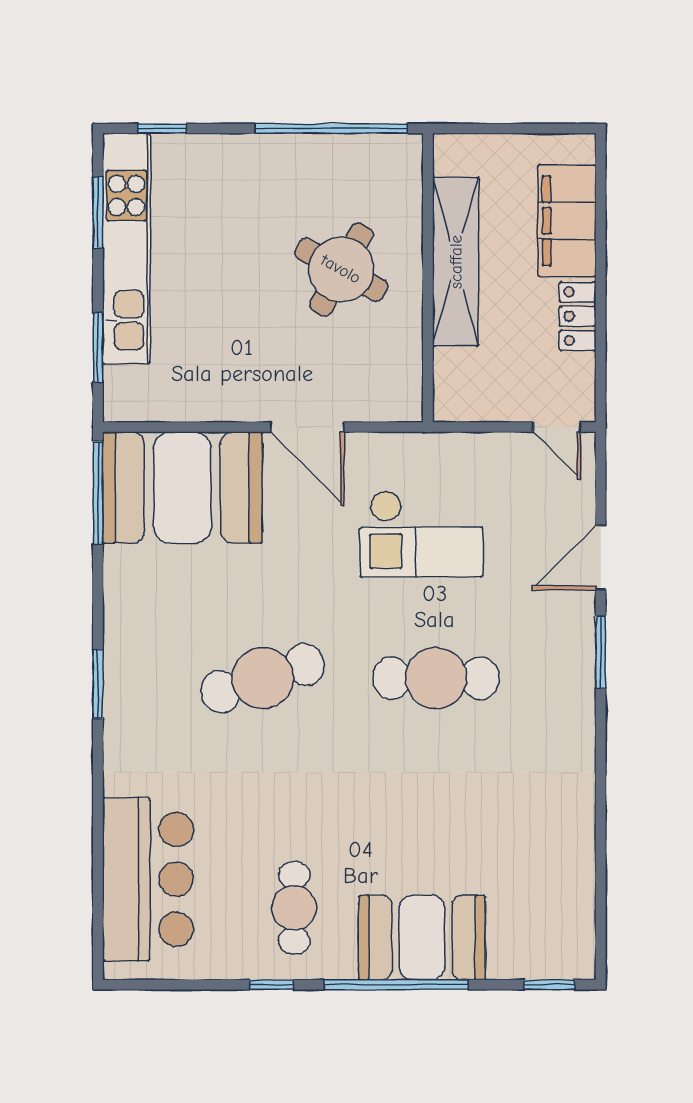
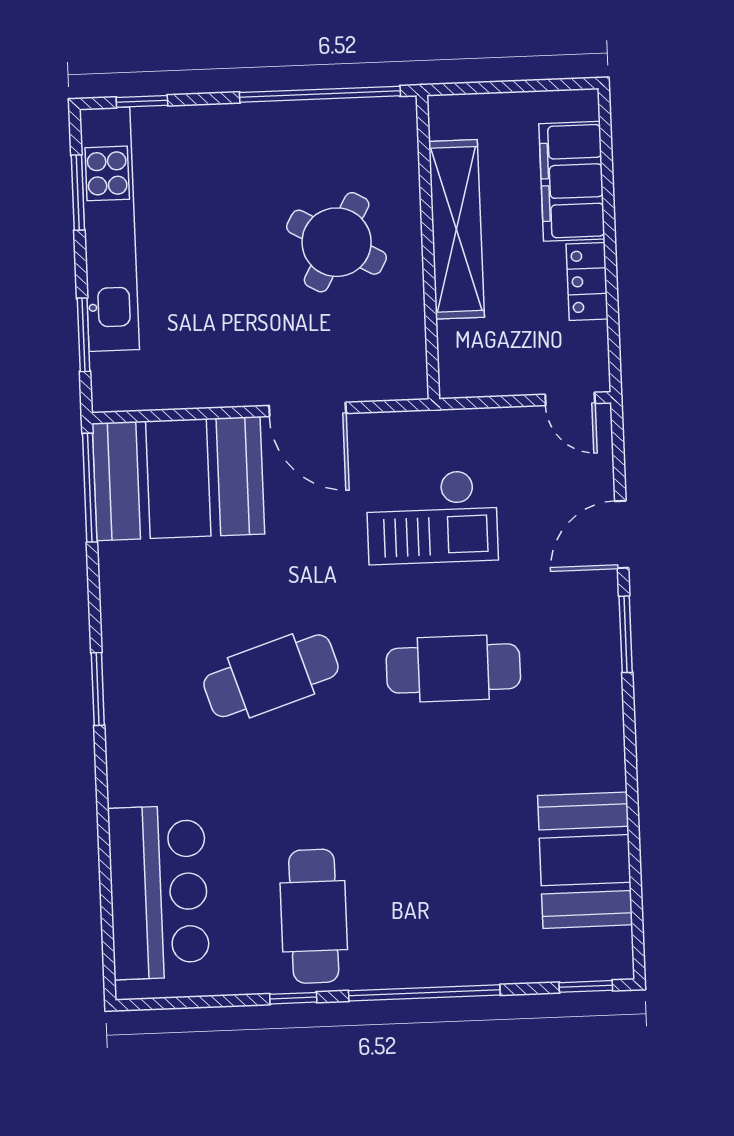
cafe table: (294, 908) -> (314, 916), width x1.37, depth x1.35
booth: (422, 938) -> (585, 860), moved, turned 90

